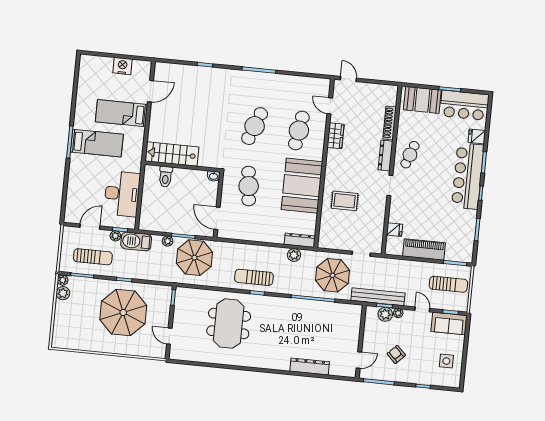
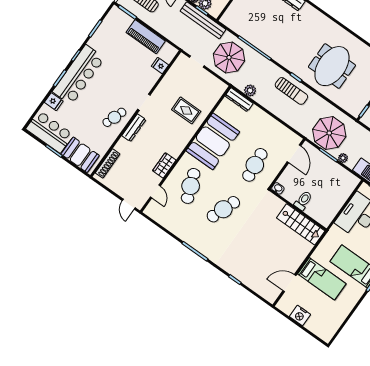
shoe rack: (390, 123) -> (108, 163), moved
cafe table: (299, 131) -> (191, 186), turned -30
toilet: (166, 177) -> (303, 201), moved

